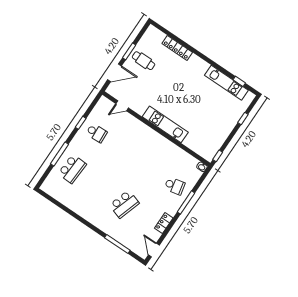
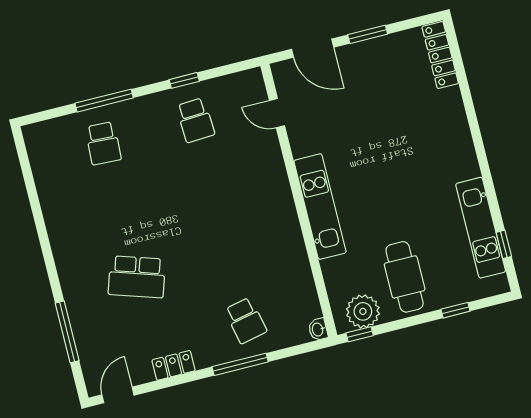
locker: (177, 48) -> (440, 55), moved
cafe table: (144, 61) -> (405, 277), moved, width x1.37, depth x1.35
plant: (212, 147) -> (363, 311), added
school desk: (72, 169) -> (103, 143), width x0.54

